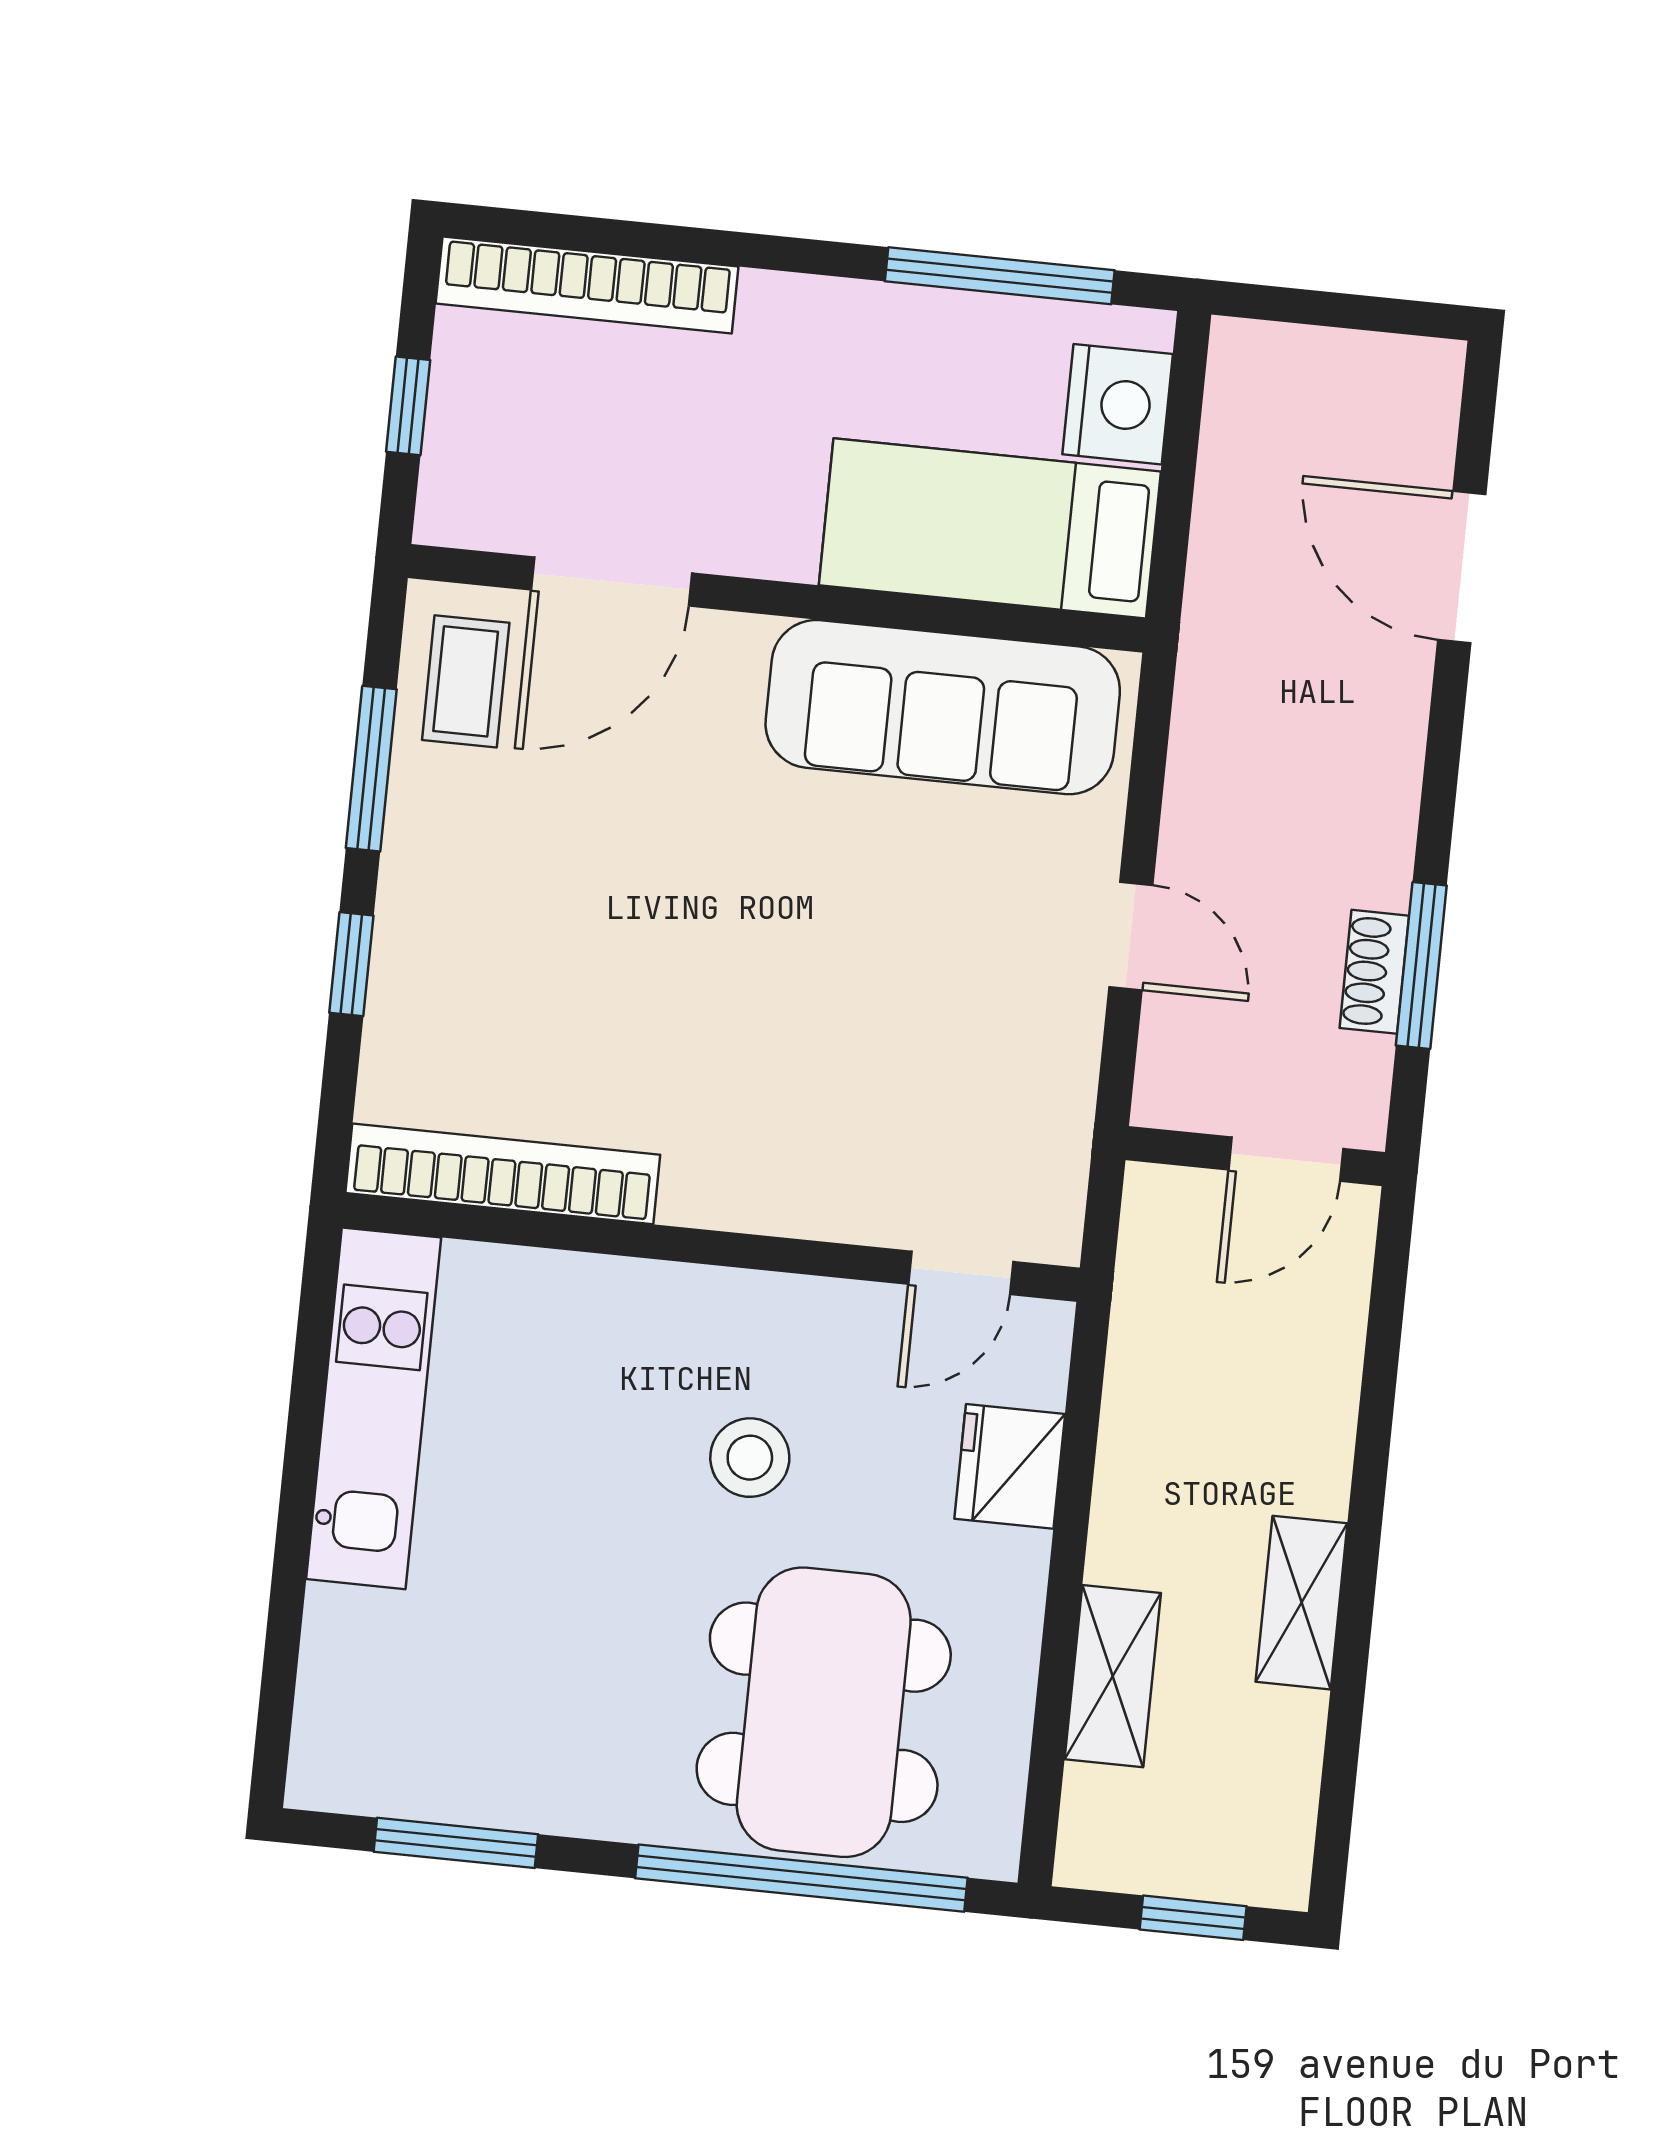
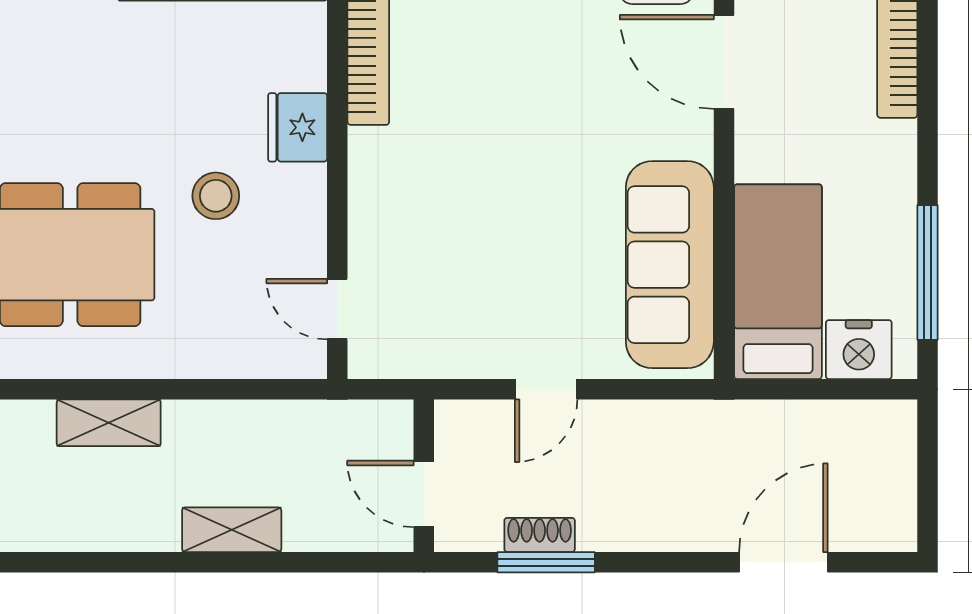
fridge: (1010, 1466) -> (298, 127), moved, turned -90
shelving: (1302, 1603) -> (232, 530), moved

